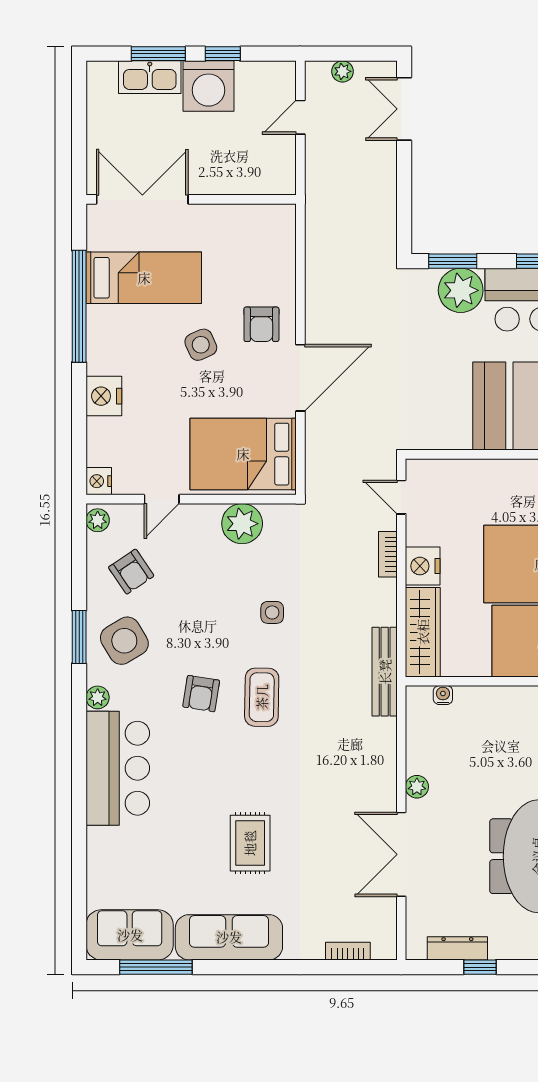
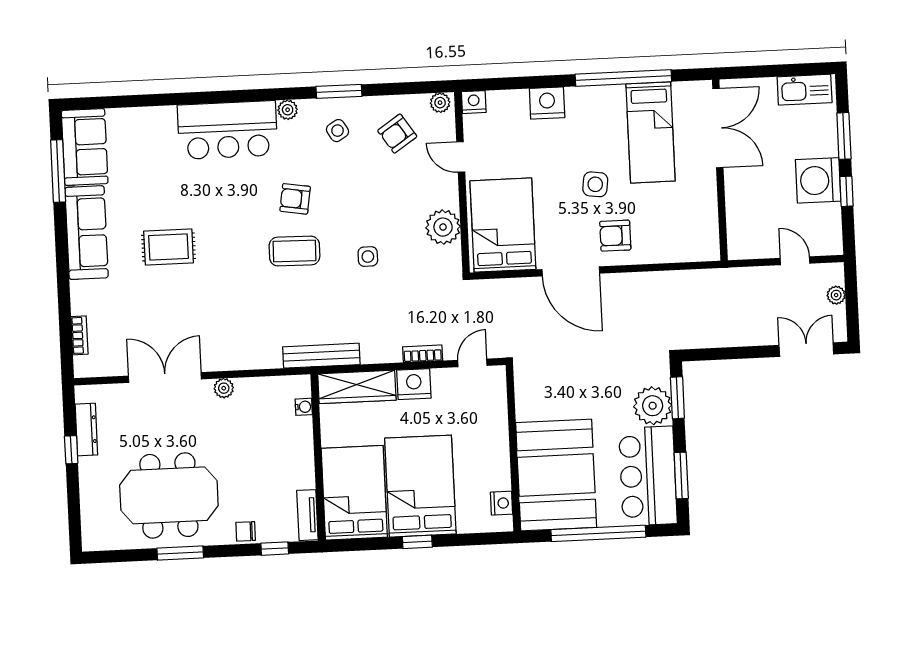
kitchen sink: (150, 77) -> (805, 90), moved, turned -90
side table: (201, 345) -> (595, 184), turned 32
side table: (124, 641) -> (337, 131), width x0.54, depth x0.54

